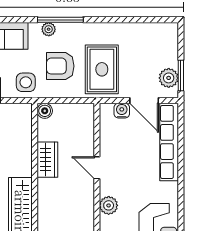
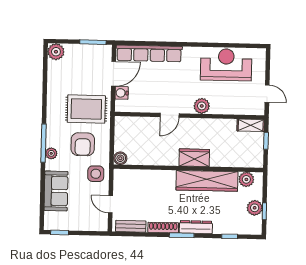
plant: (169, 78) -> (56, 52), moved
wardrobe: (47, 160) -> (194, 158), moved

